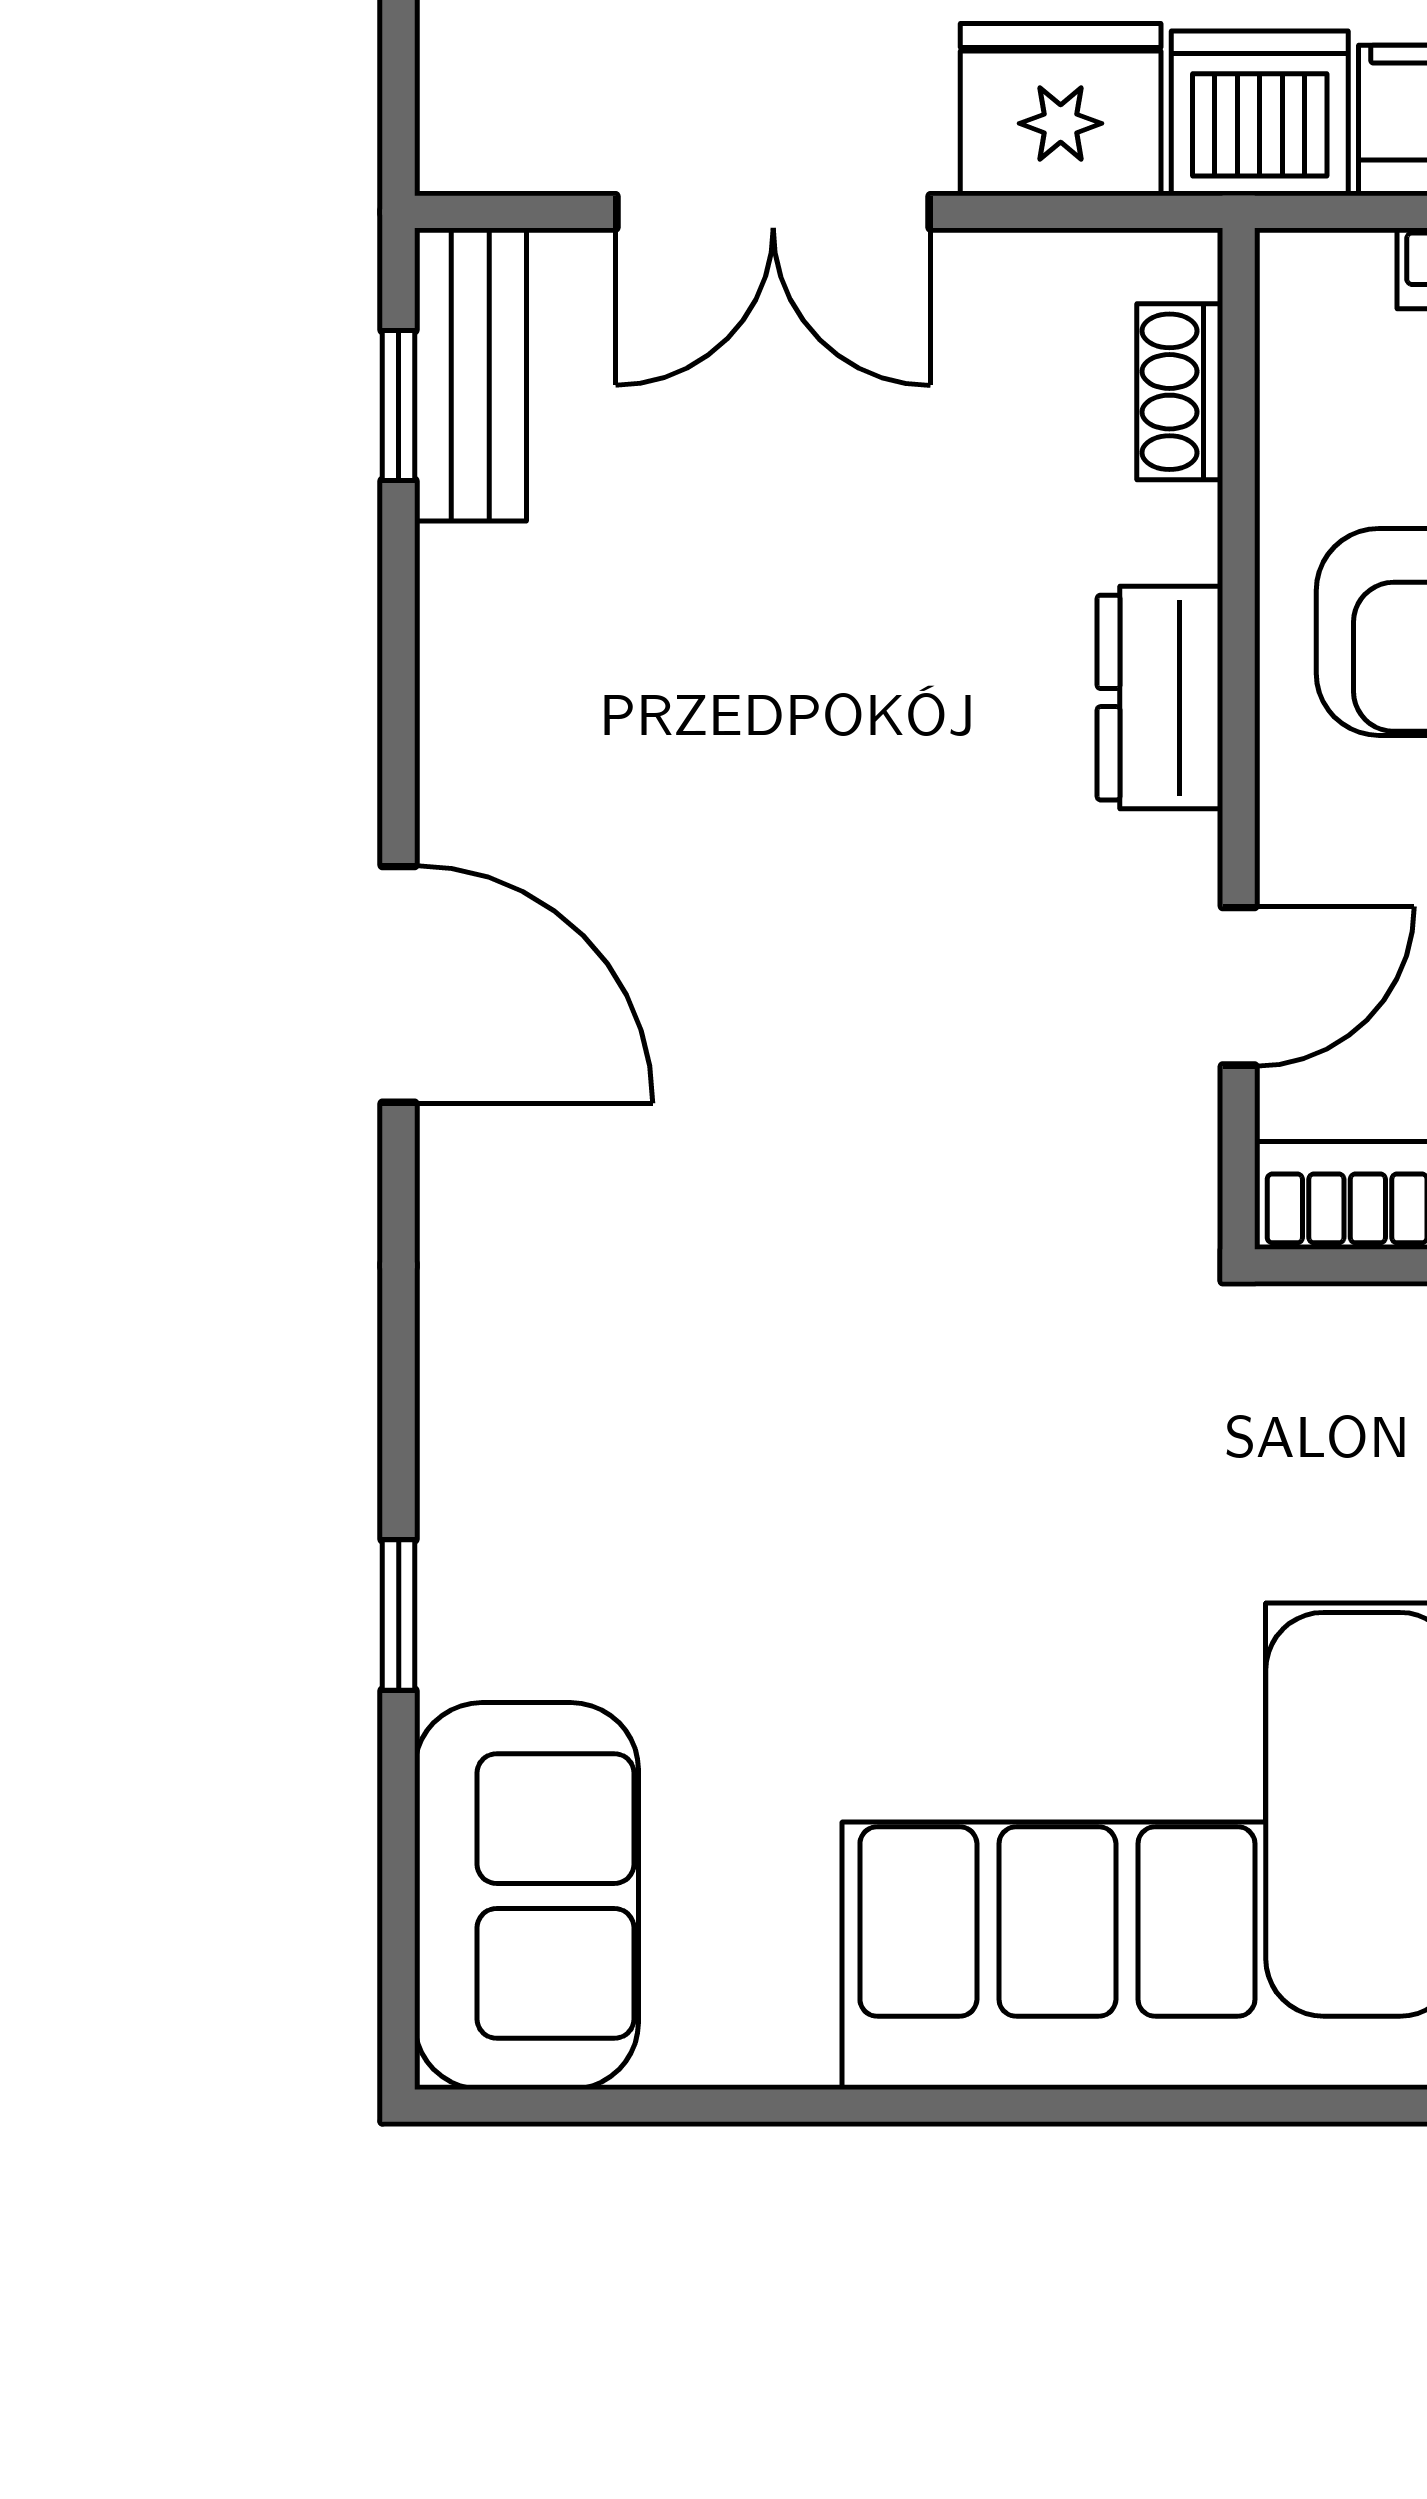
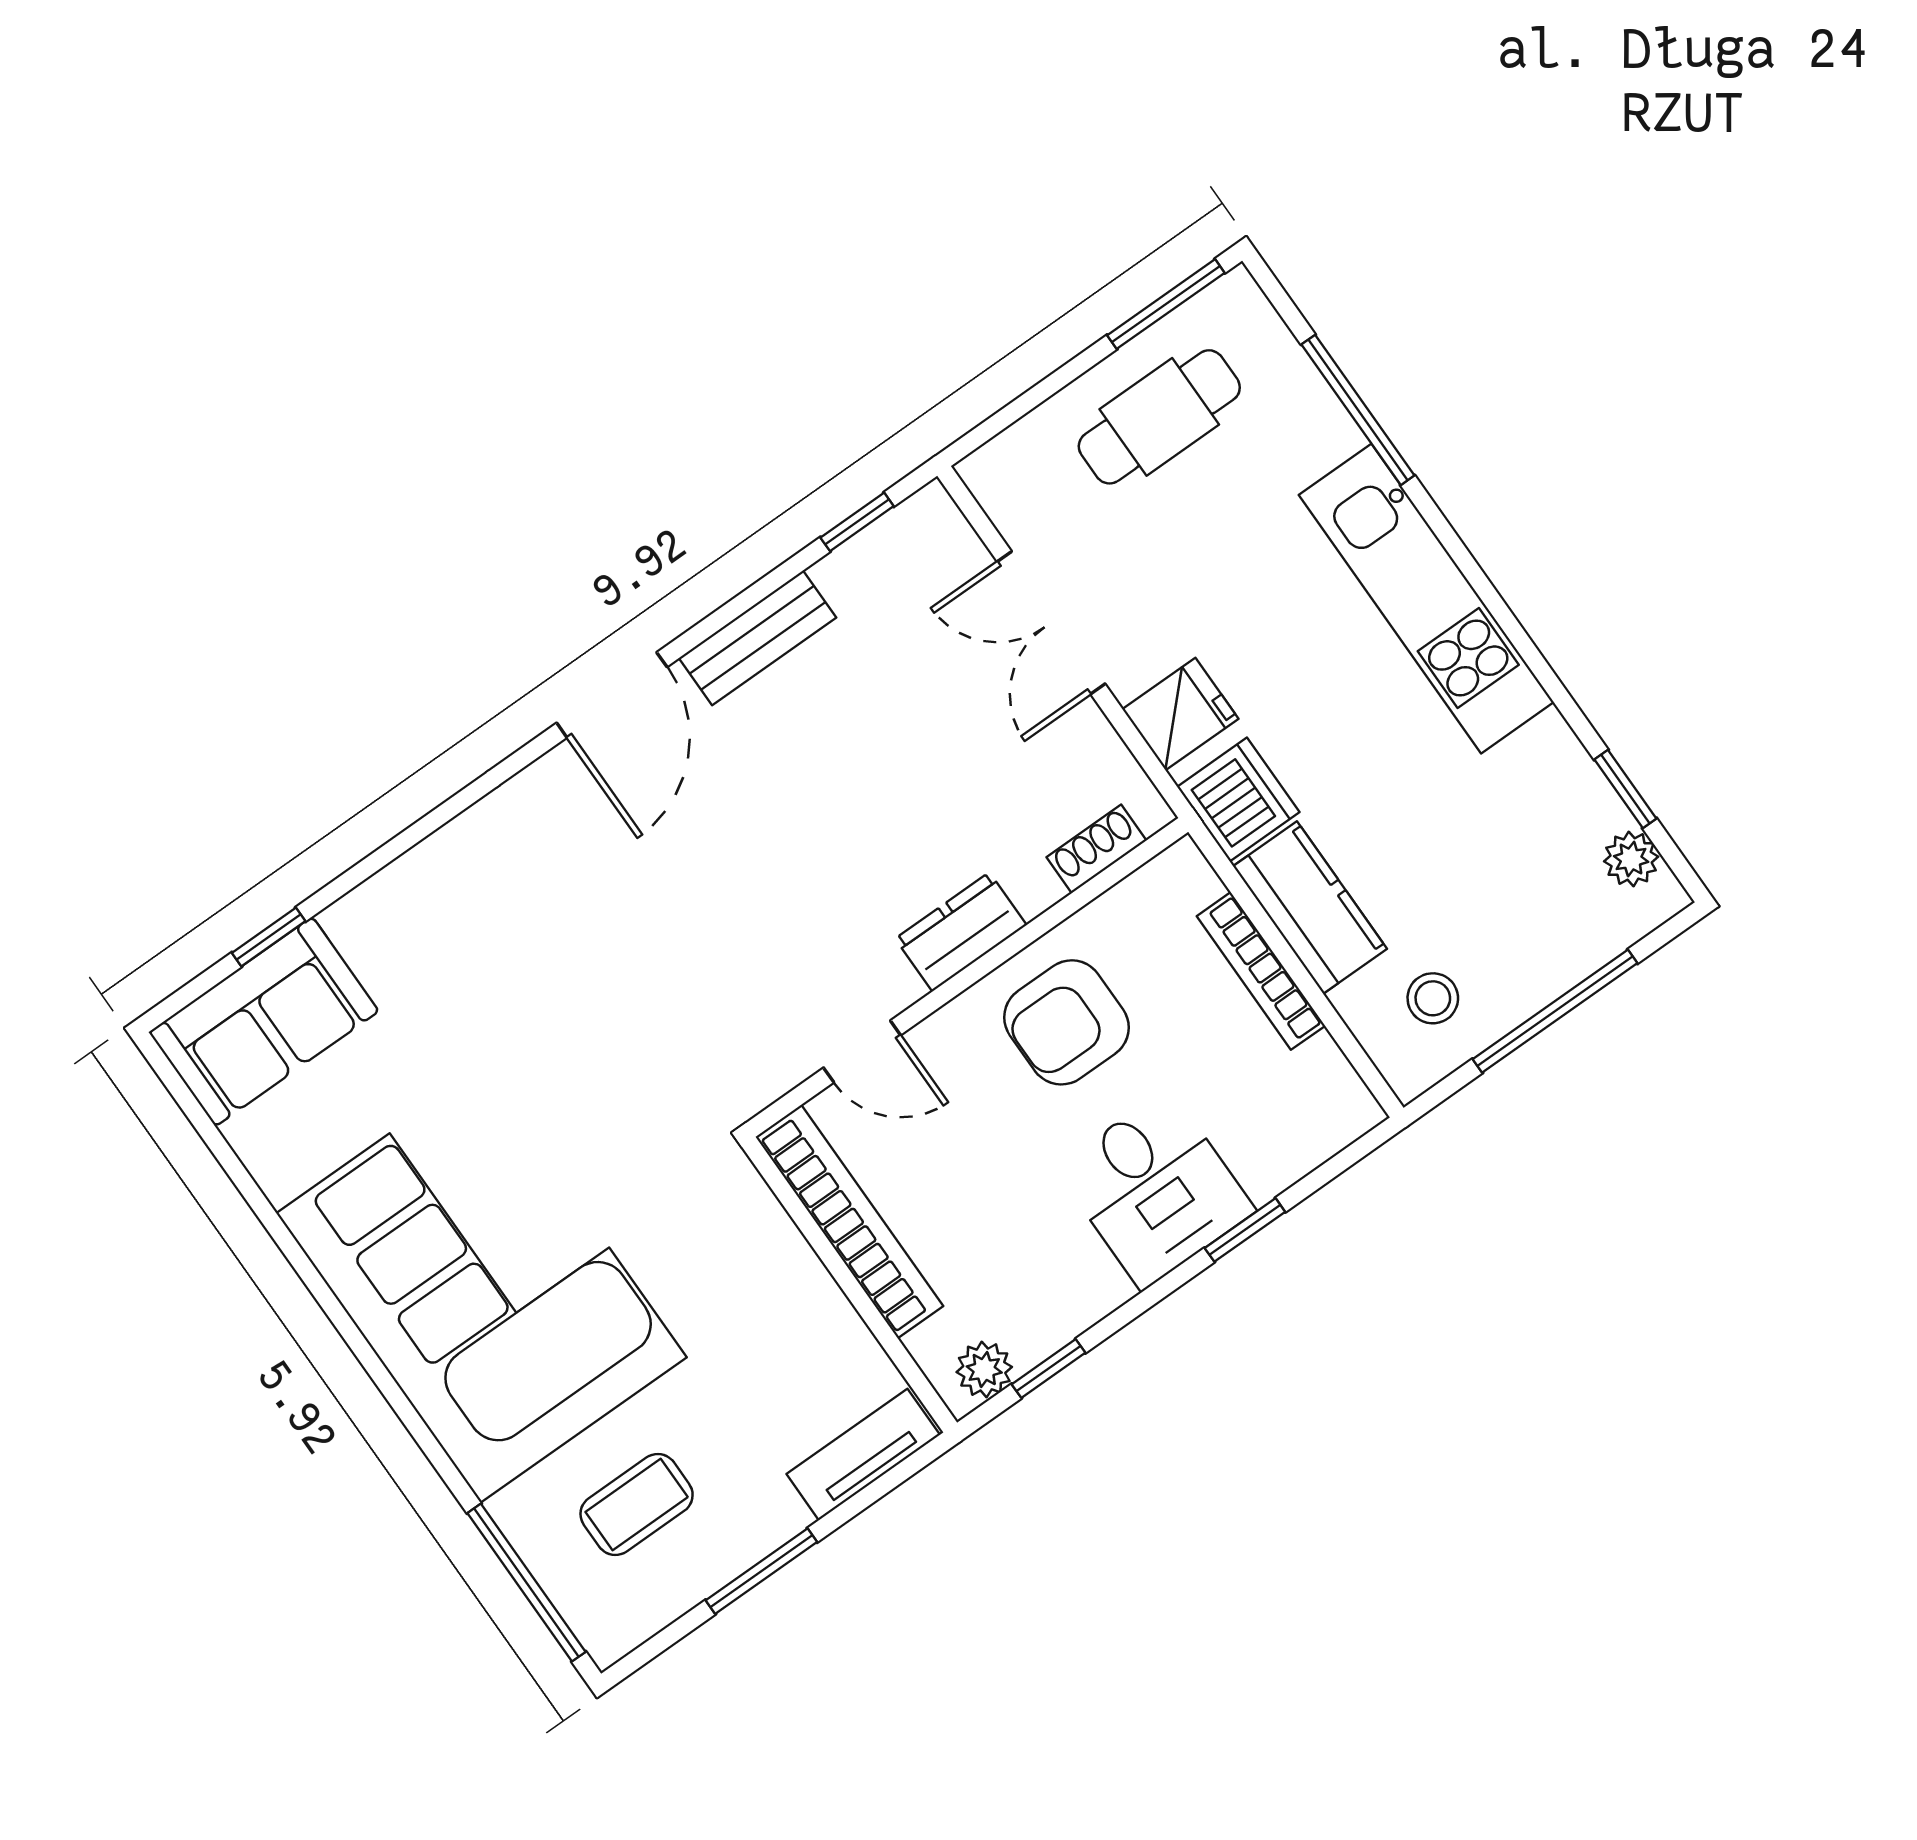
fridge: (1061, 110) -> (1180, 714), width x0.72
bench: (470, 374) -> (757, 638), moved
window: (399, 1615) -> (269, 937), moved

